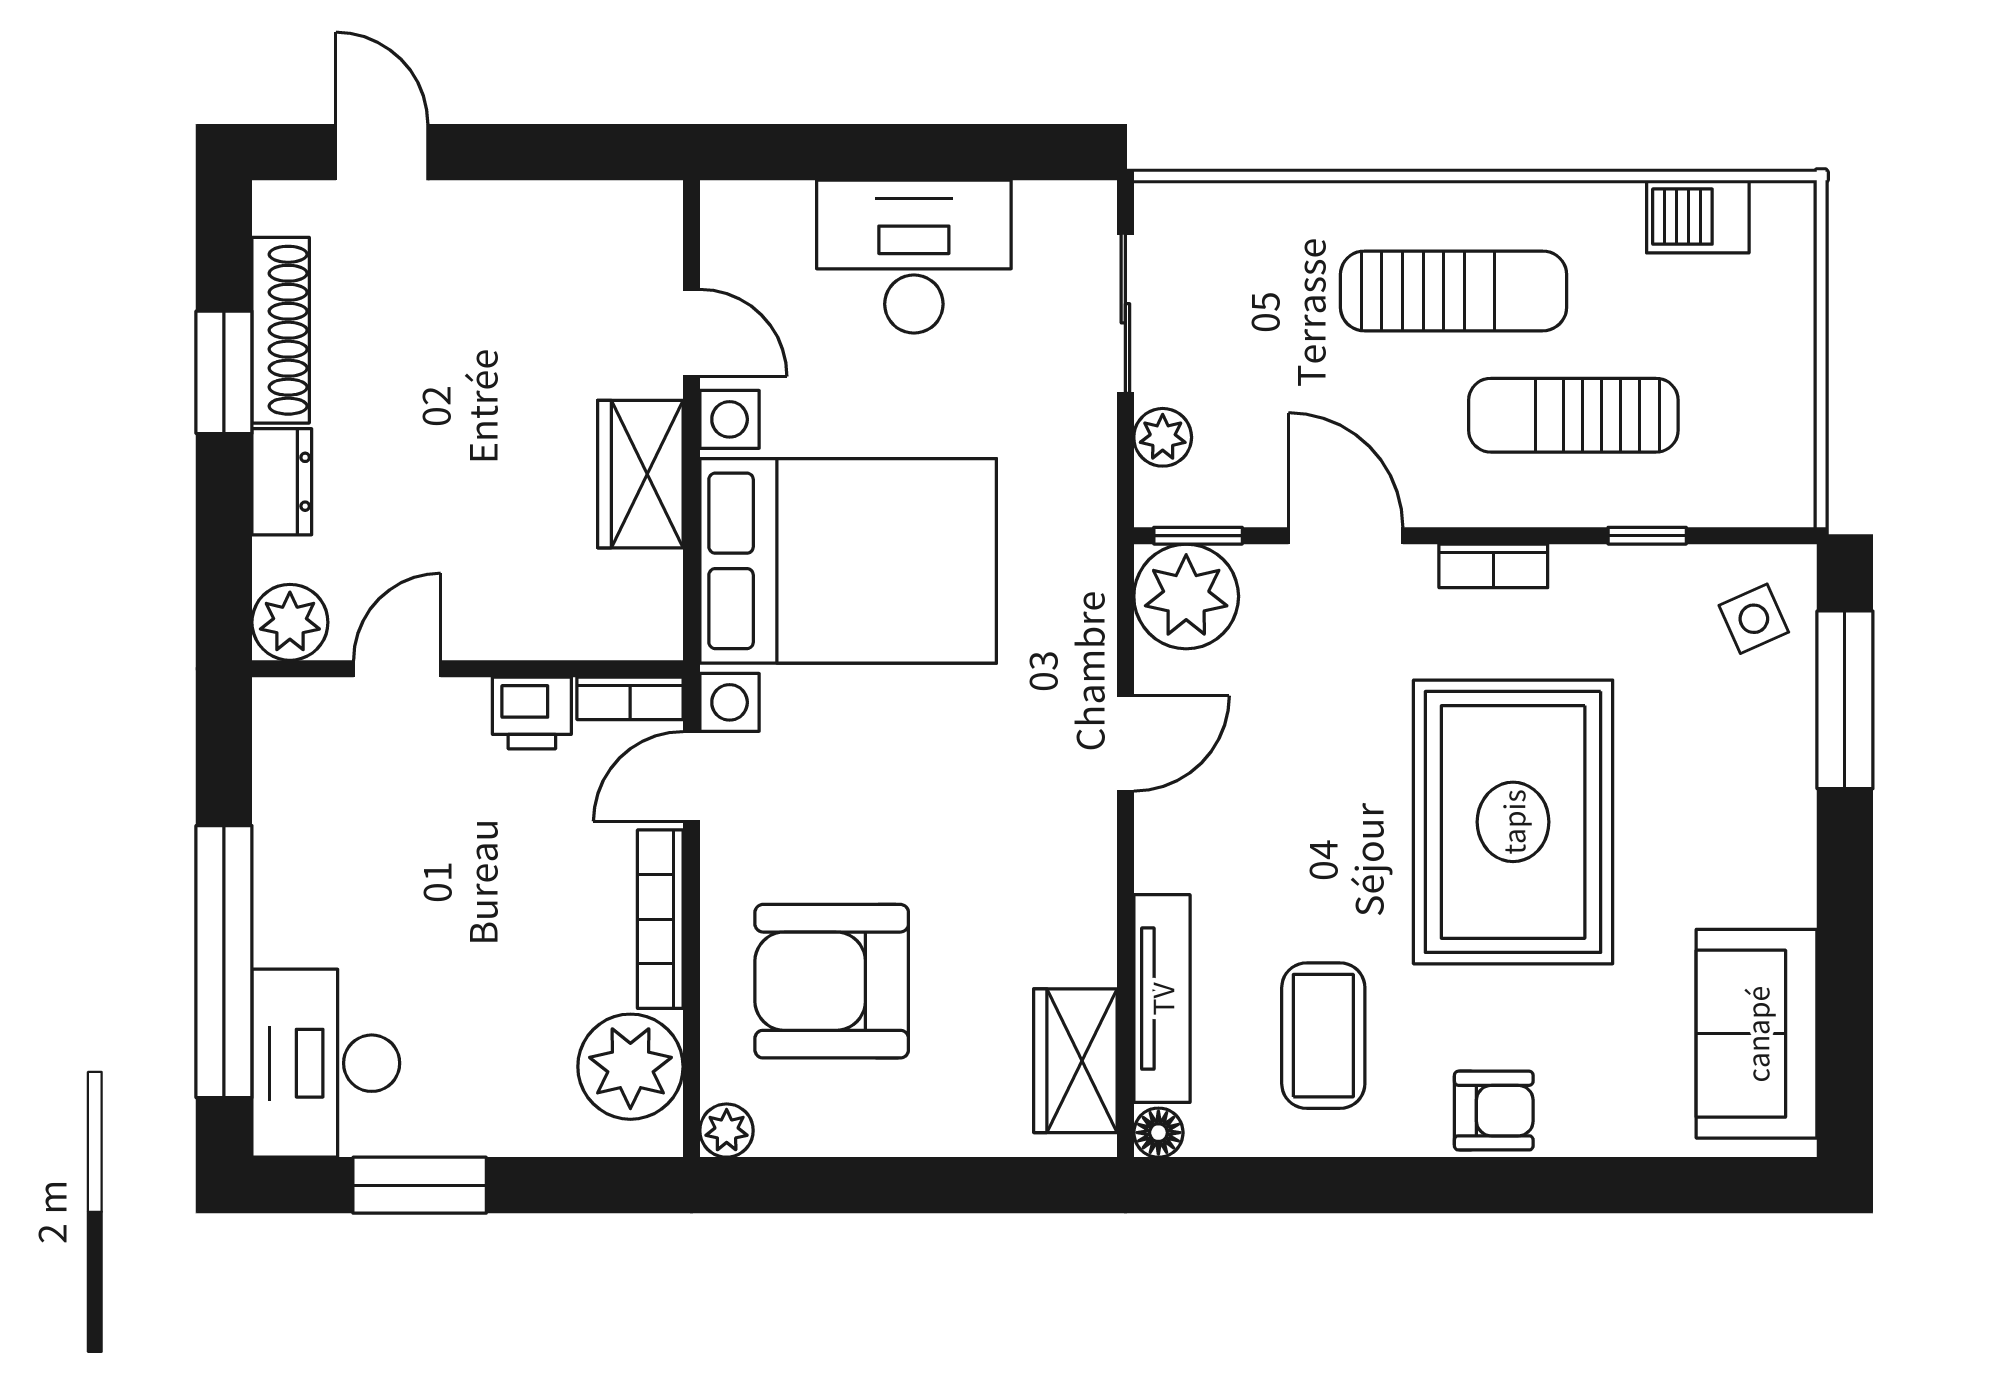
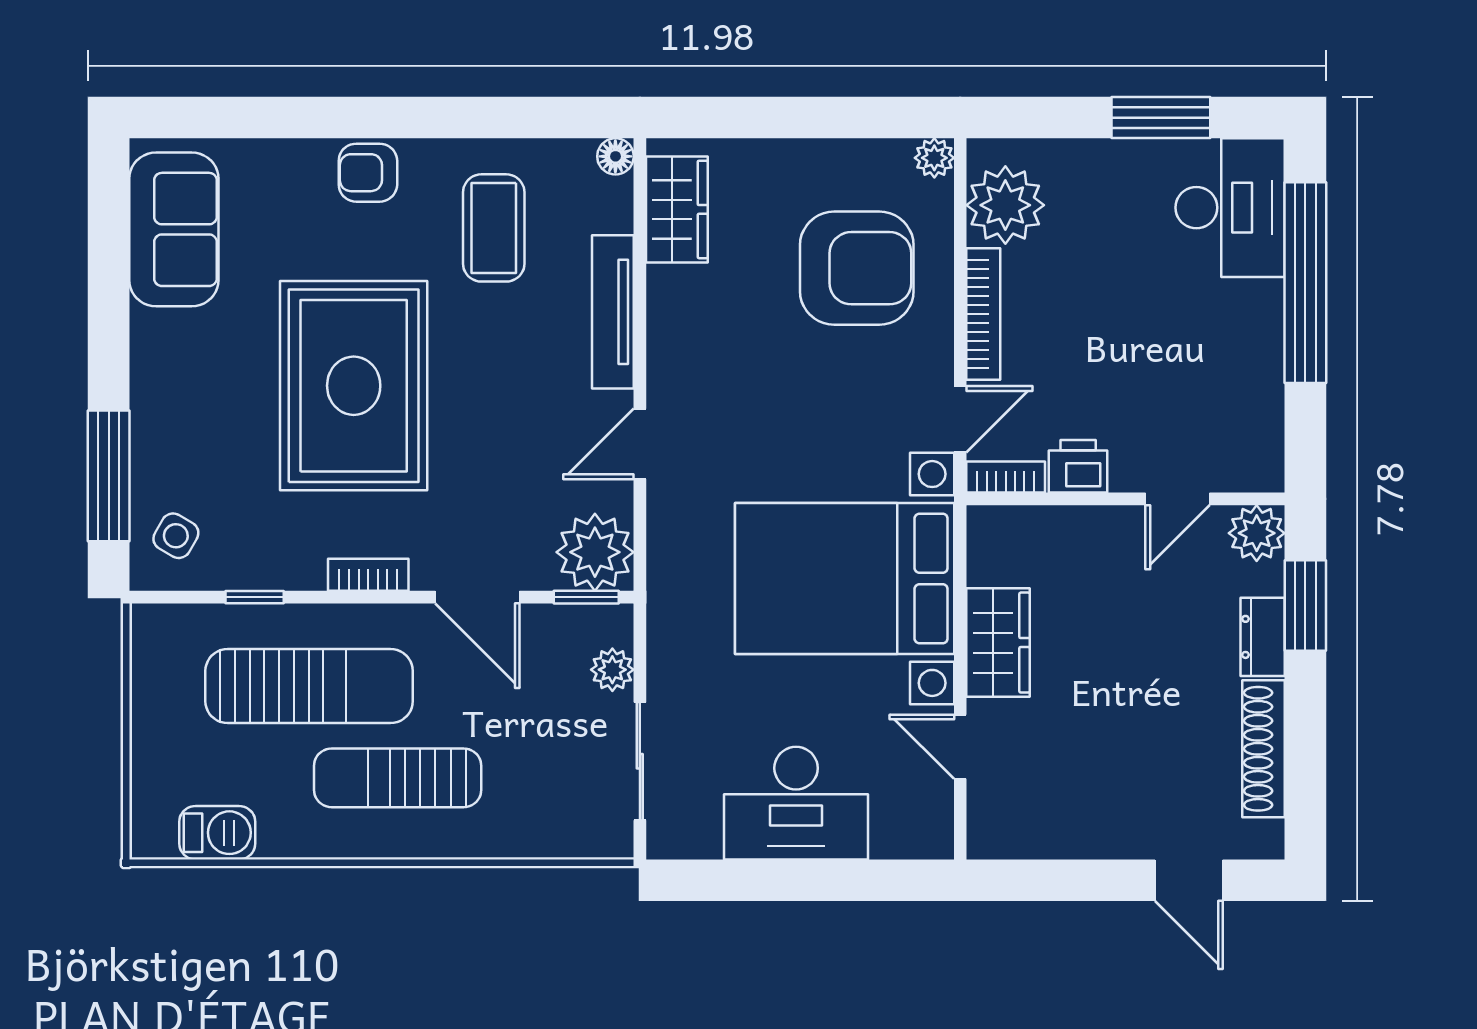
window: (224, 372) -> (1305, 606), moved
sun lounger: (1573, 415) -> (309, 686), width x1.36, depth x1.34
side table: (1754, 619) -> (176, 536), turned -36
tv unit: (1162, 999) -> (613, 312), moved

